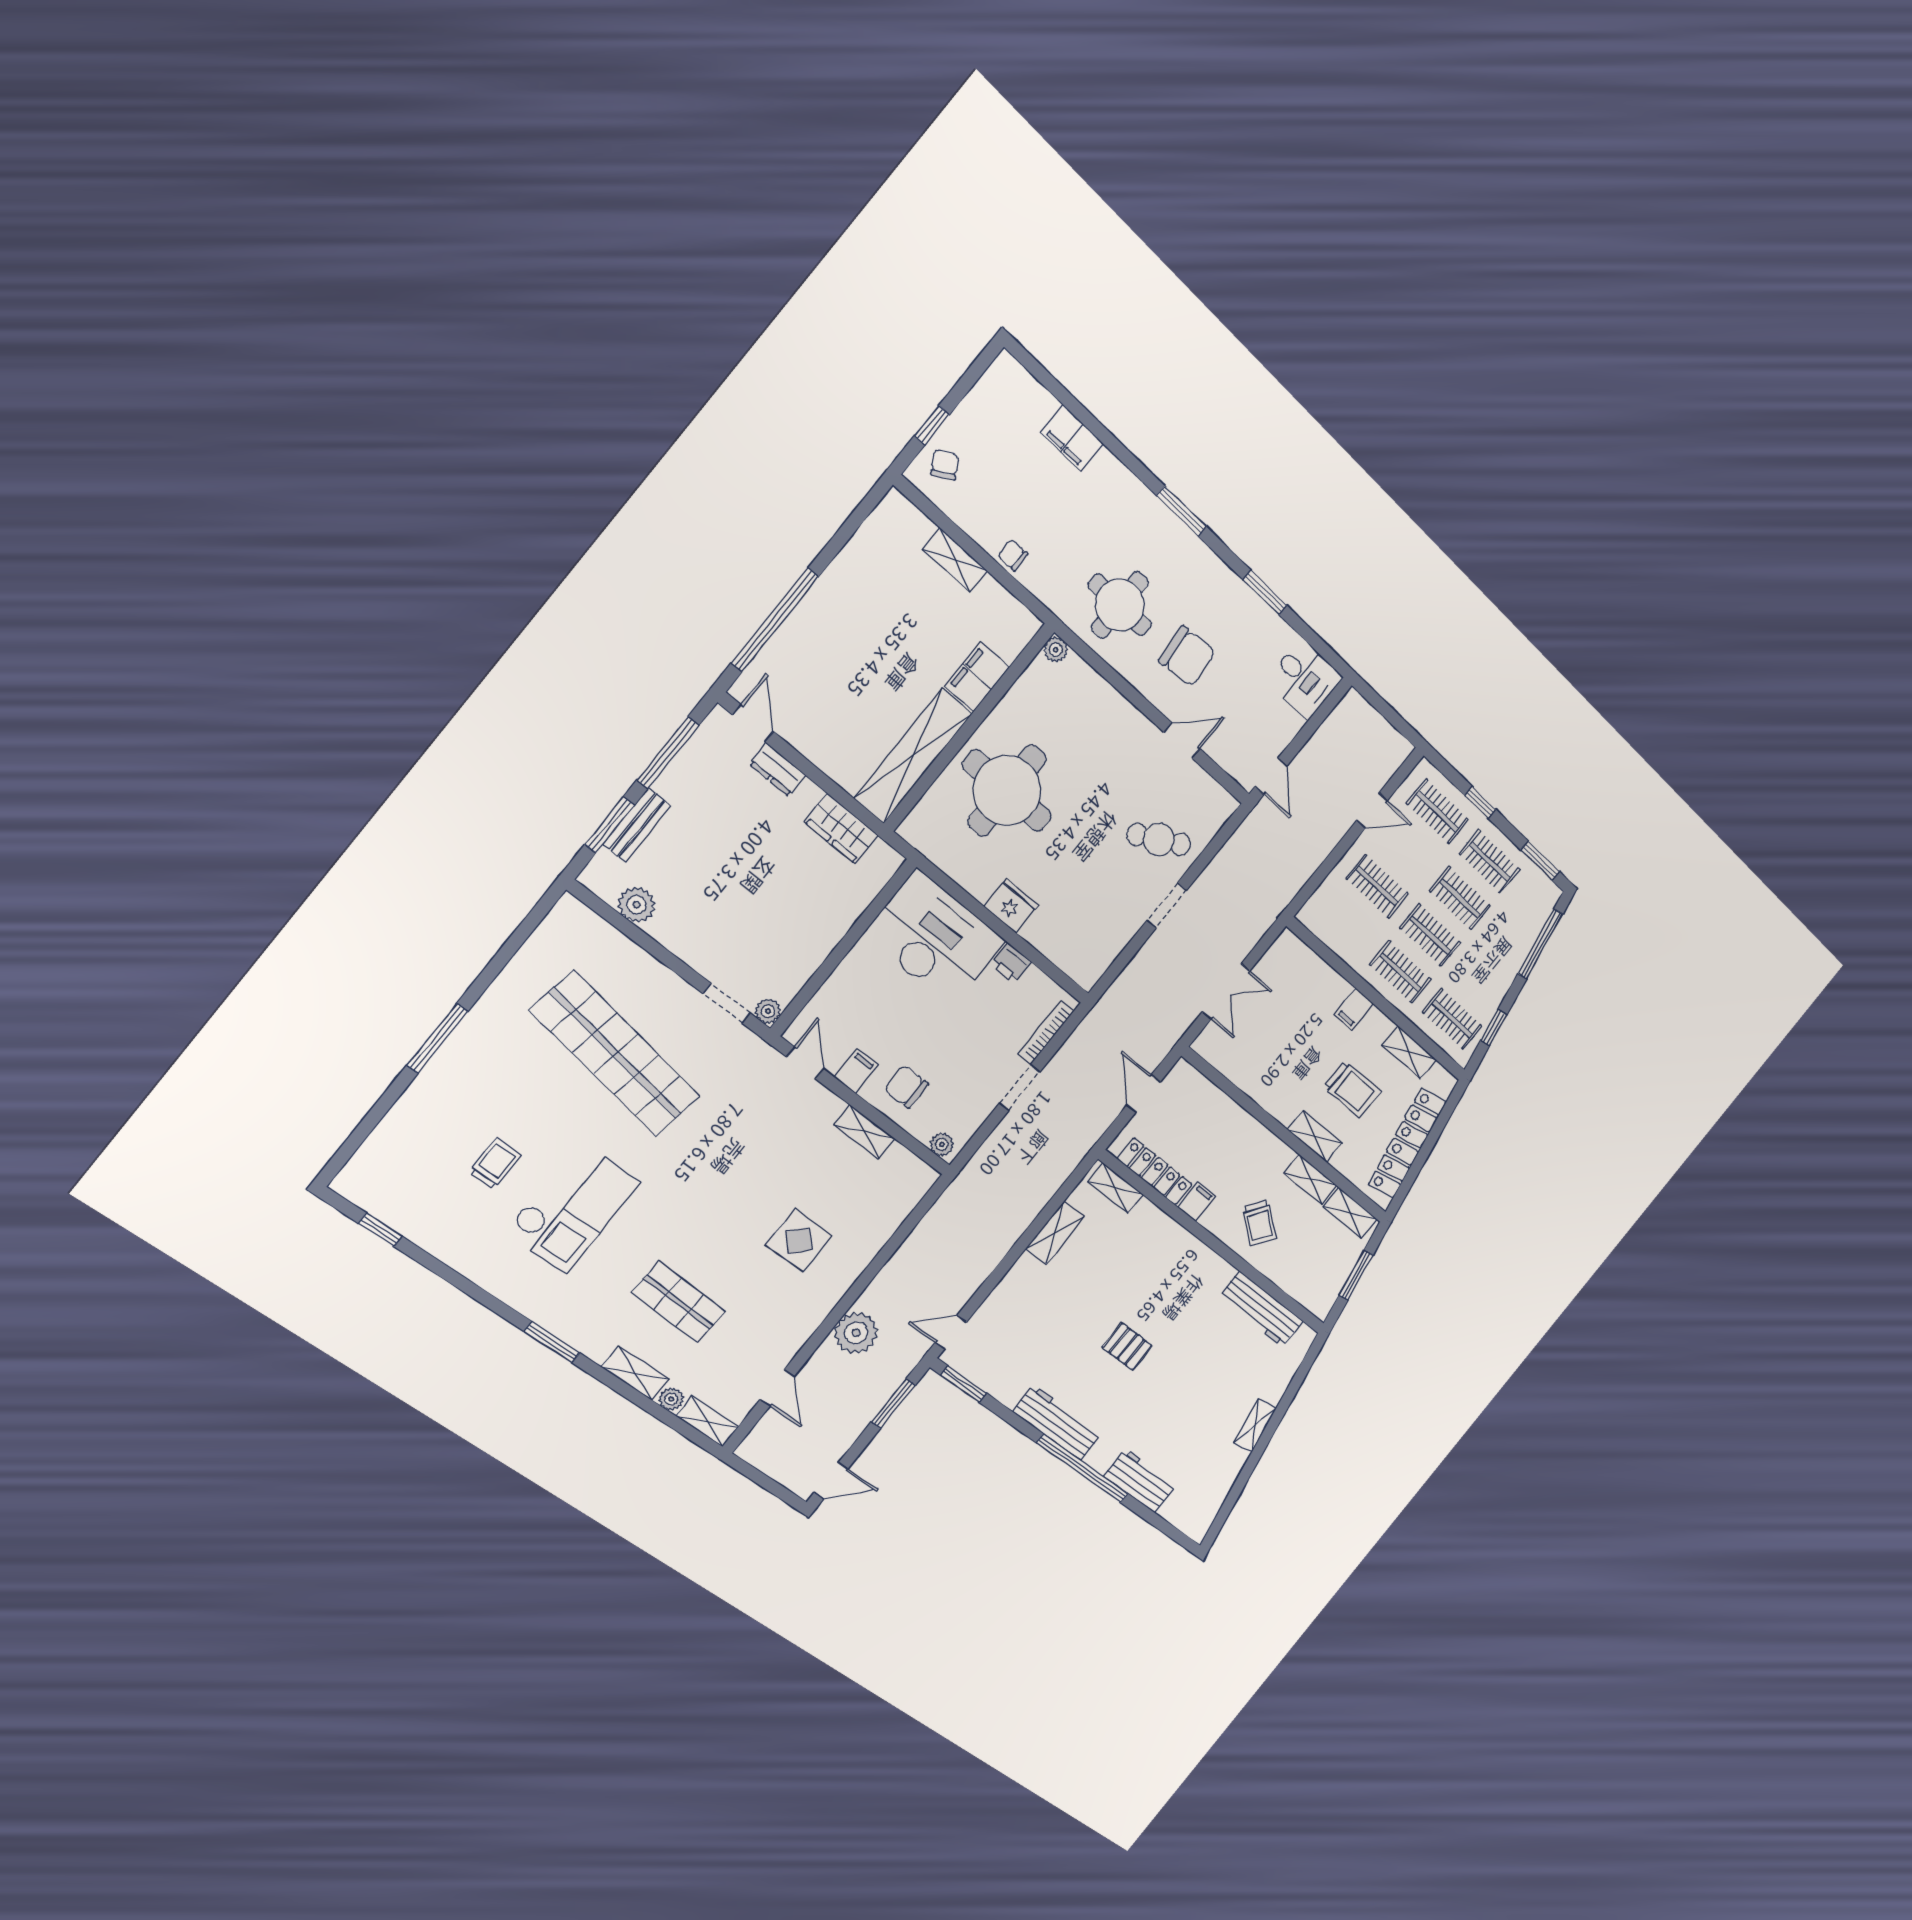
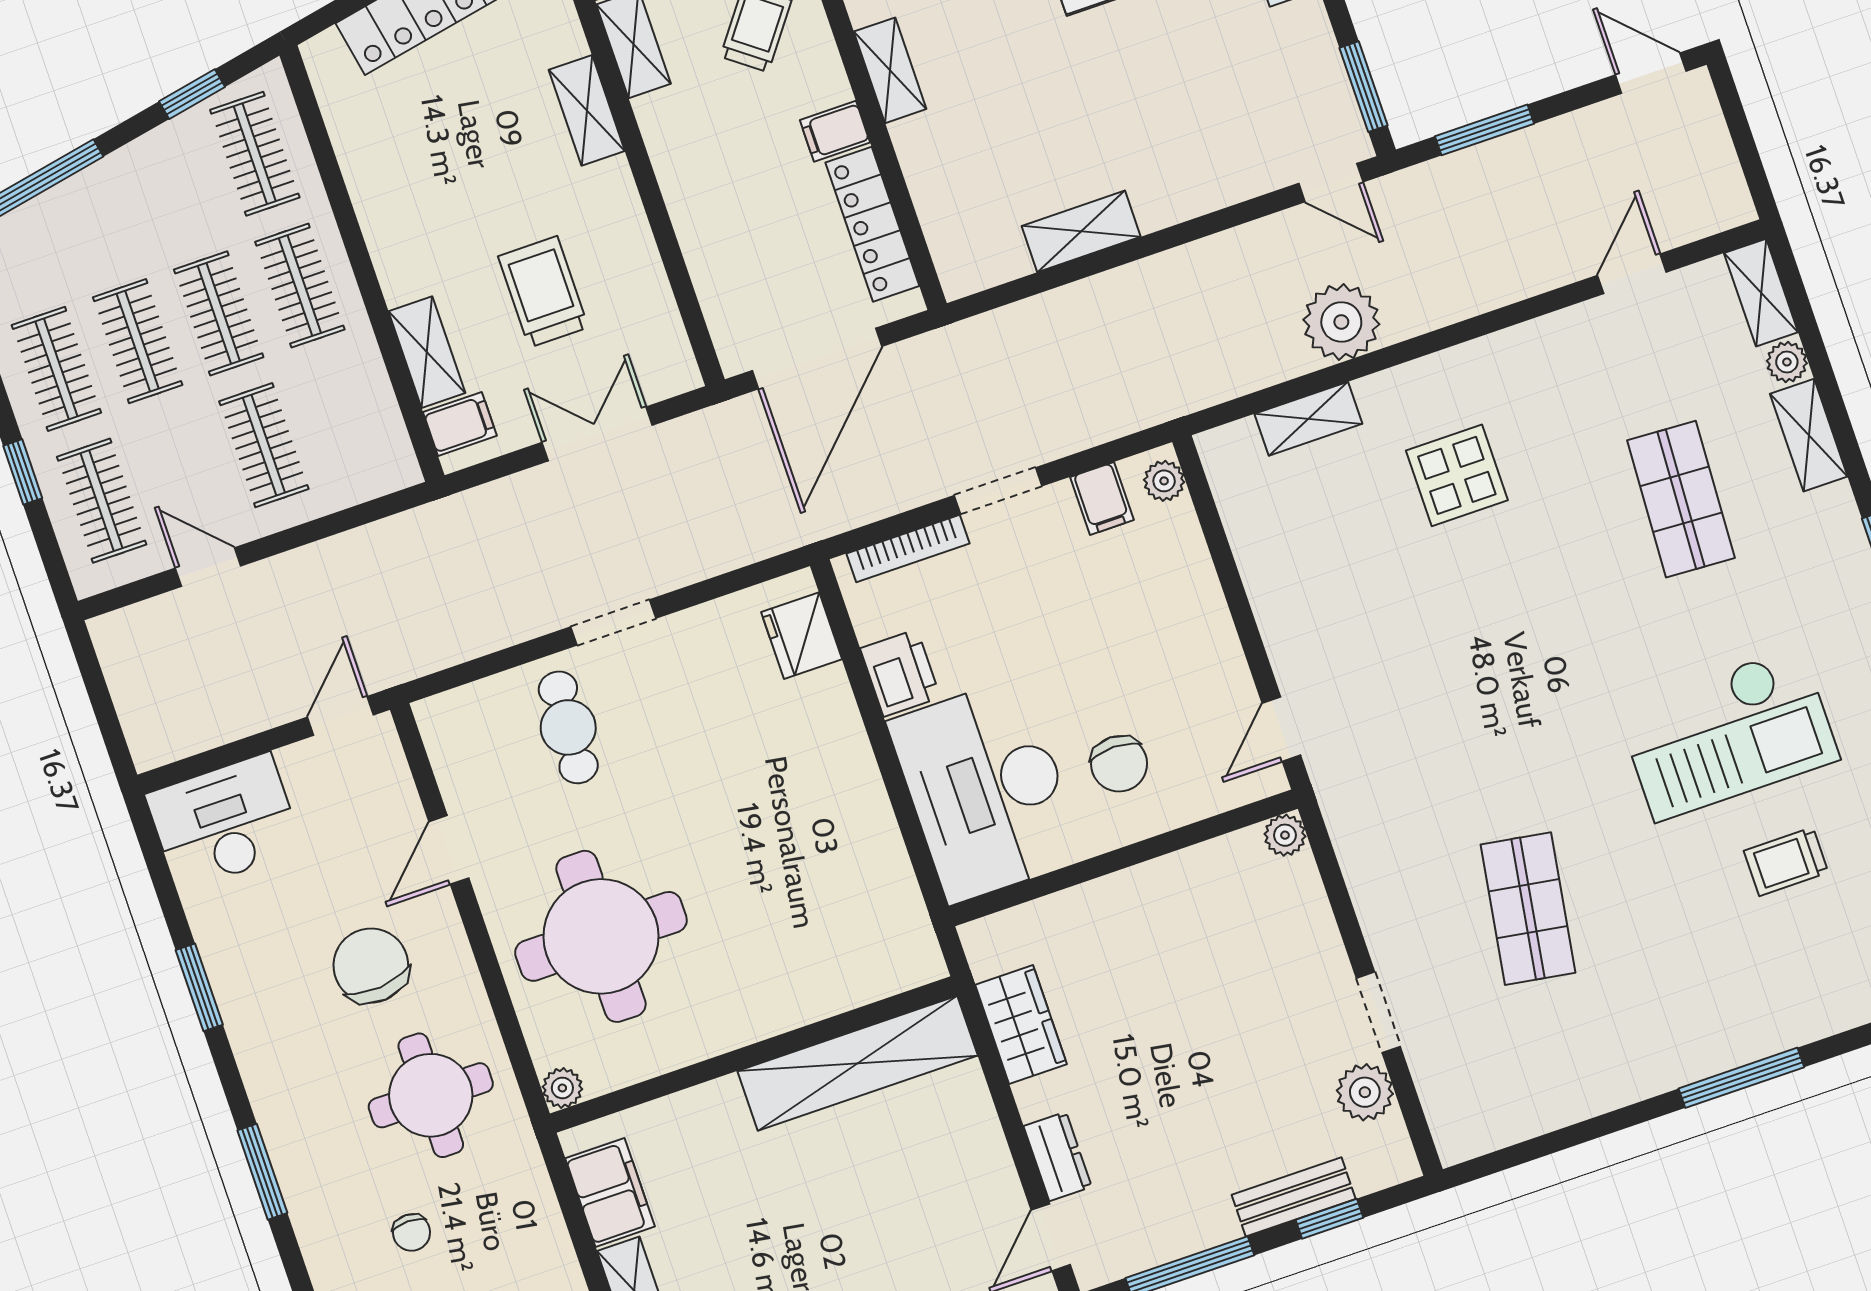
chair: (1013, 555) -> (411, 1232), moved
filing cabinet: (977, 677) -> (610, 1192), moved, turned -90
desk: (1305, 679) -> (224, 822), width x1.37
door: (1182, 741) -> (449, 850), hinge flipped
round table: (1007, 791) -> (601, 936), moved
window: (609, 825) -> (1330, 1219), width x0.67
cafe table: (1159, 840) -> (568, 727), turned 32
fridge: (1011, 906) -> (802, 636), moved
printer: (1011, 963) -> (900, 673), width x1.36, depth x1.24
doorway: (727, 1003) -> (1378, 1012), moved
filing cabinet: (1354, 1009) -> (460, 424), moved
shelving: (1409, 1052) -> (427, 352), moved
shop shelf: (616, 1054) -> (1528, 909), width x0.50, depth x0.74
filing cabinet: (856, 1071) -> (1102, 498), moved, turned -90
chair: (906, 1087) -> (1119, 764), moved
trolley: (1352, 1089) -> (543, 292), moved
door: (1144, 1094) -> (817, 359), width x1.88
shelving: (864, 1132) -> (1308, 419), moved, turned 90
shelving: (1115, 1188) -> (890, 70), moved
checkout: (573, 1207) -> (1728, 734), turned 180
plant: (856, 1333) -> (1341, 322), moved

